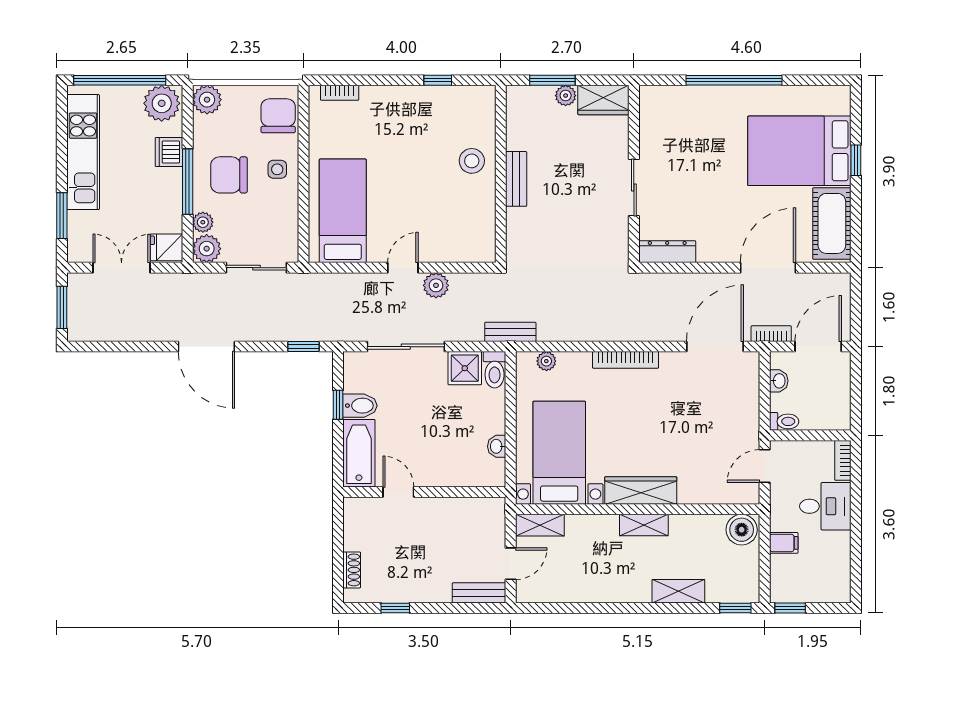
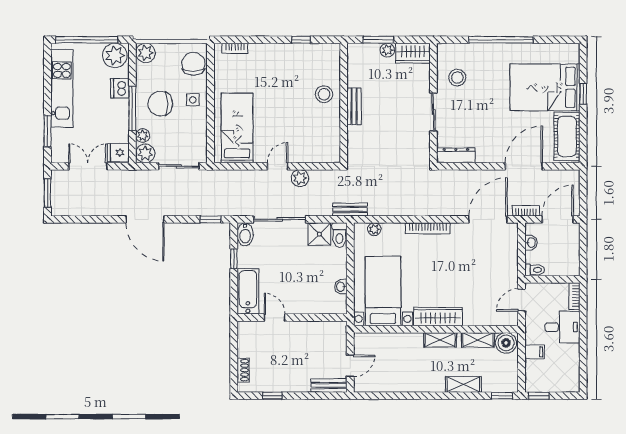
stool: (669, 136) -> (457, 78), added
bidet: (360, 406) -> (245, 234), moved, turned 90
shelving: (540, 525) -> (478, 340), moved

